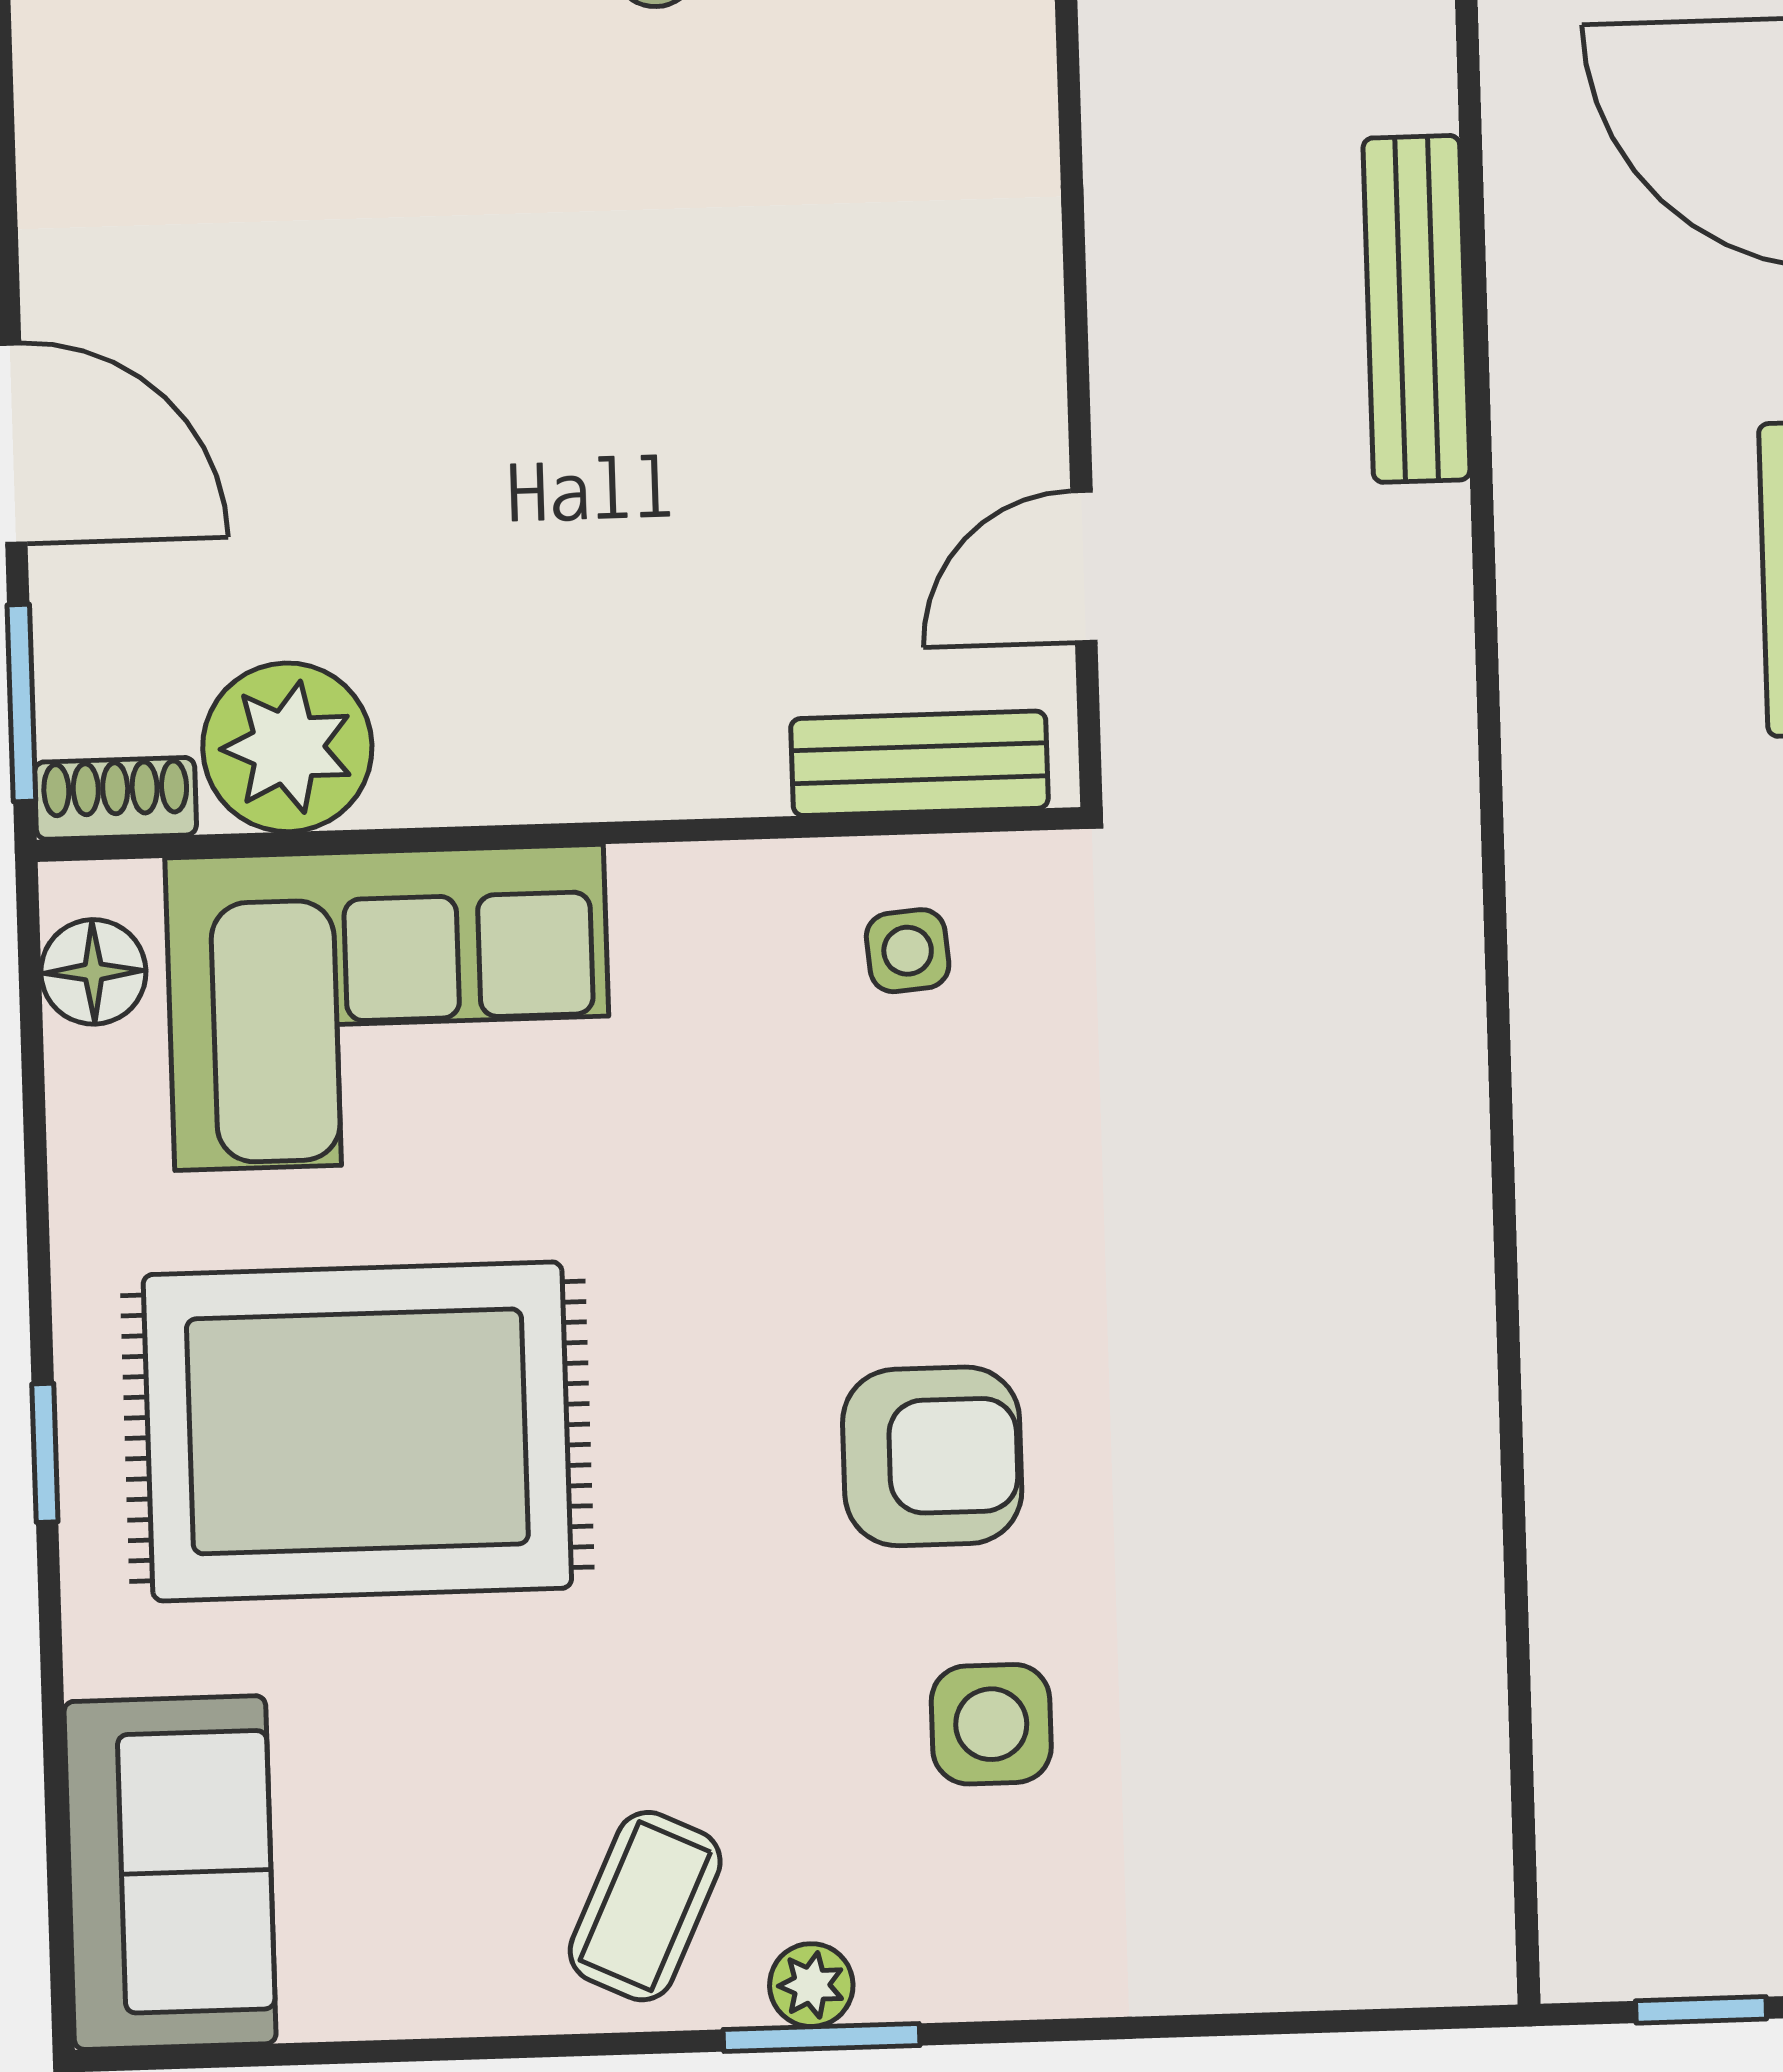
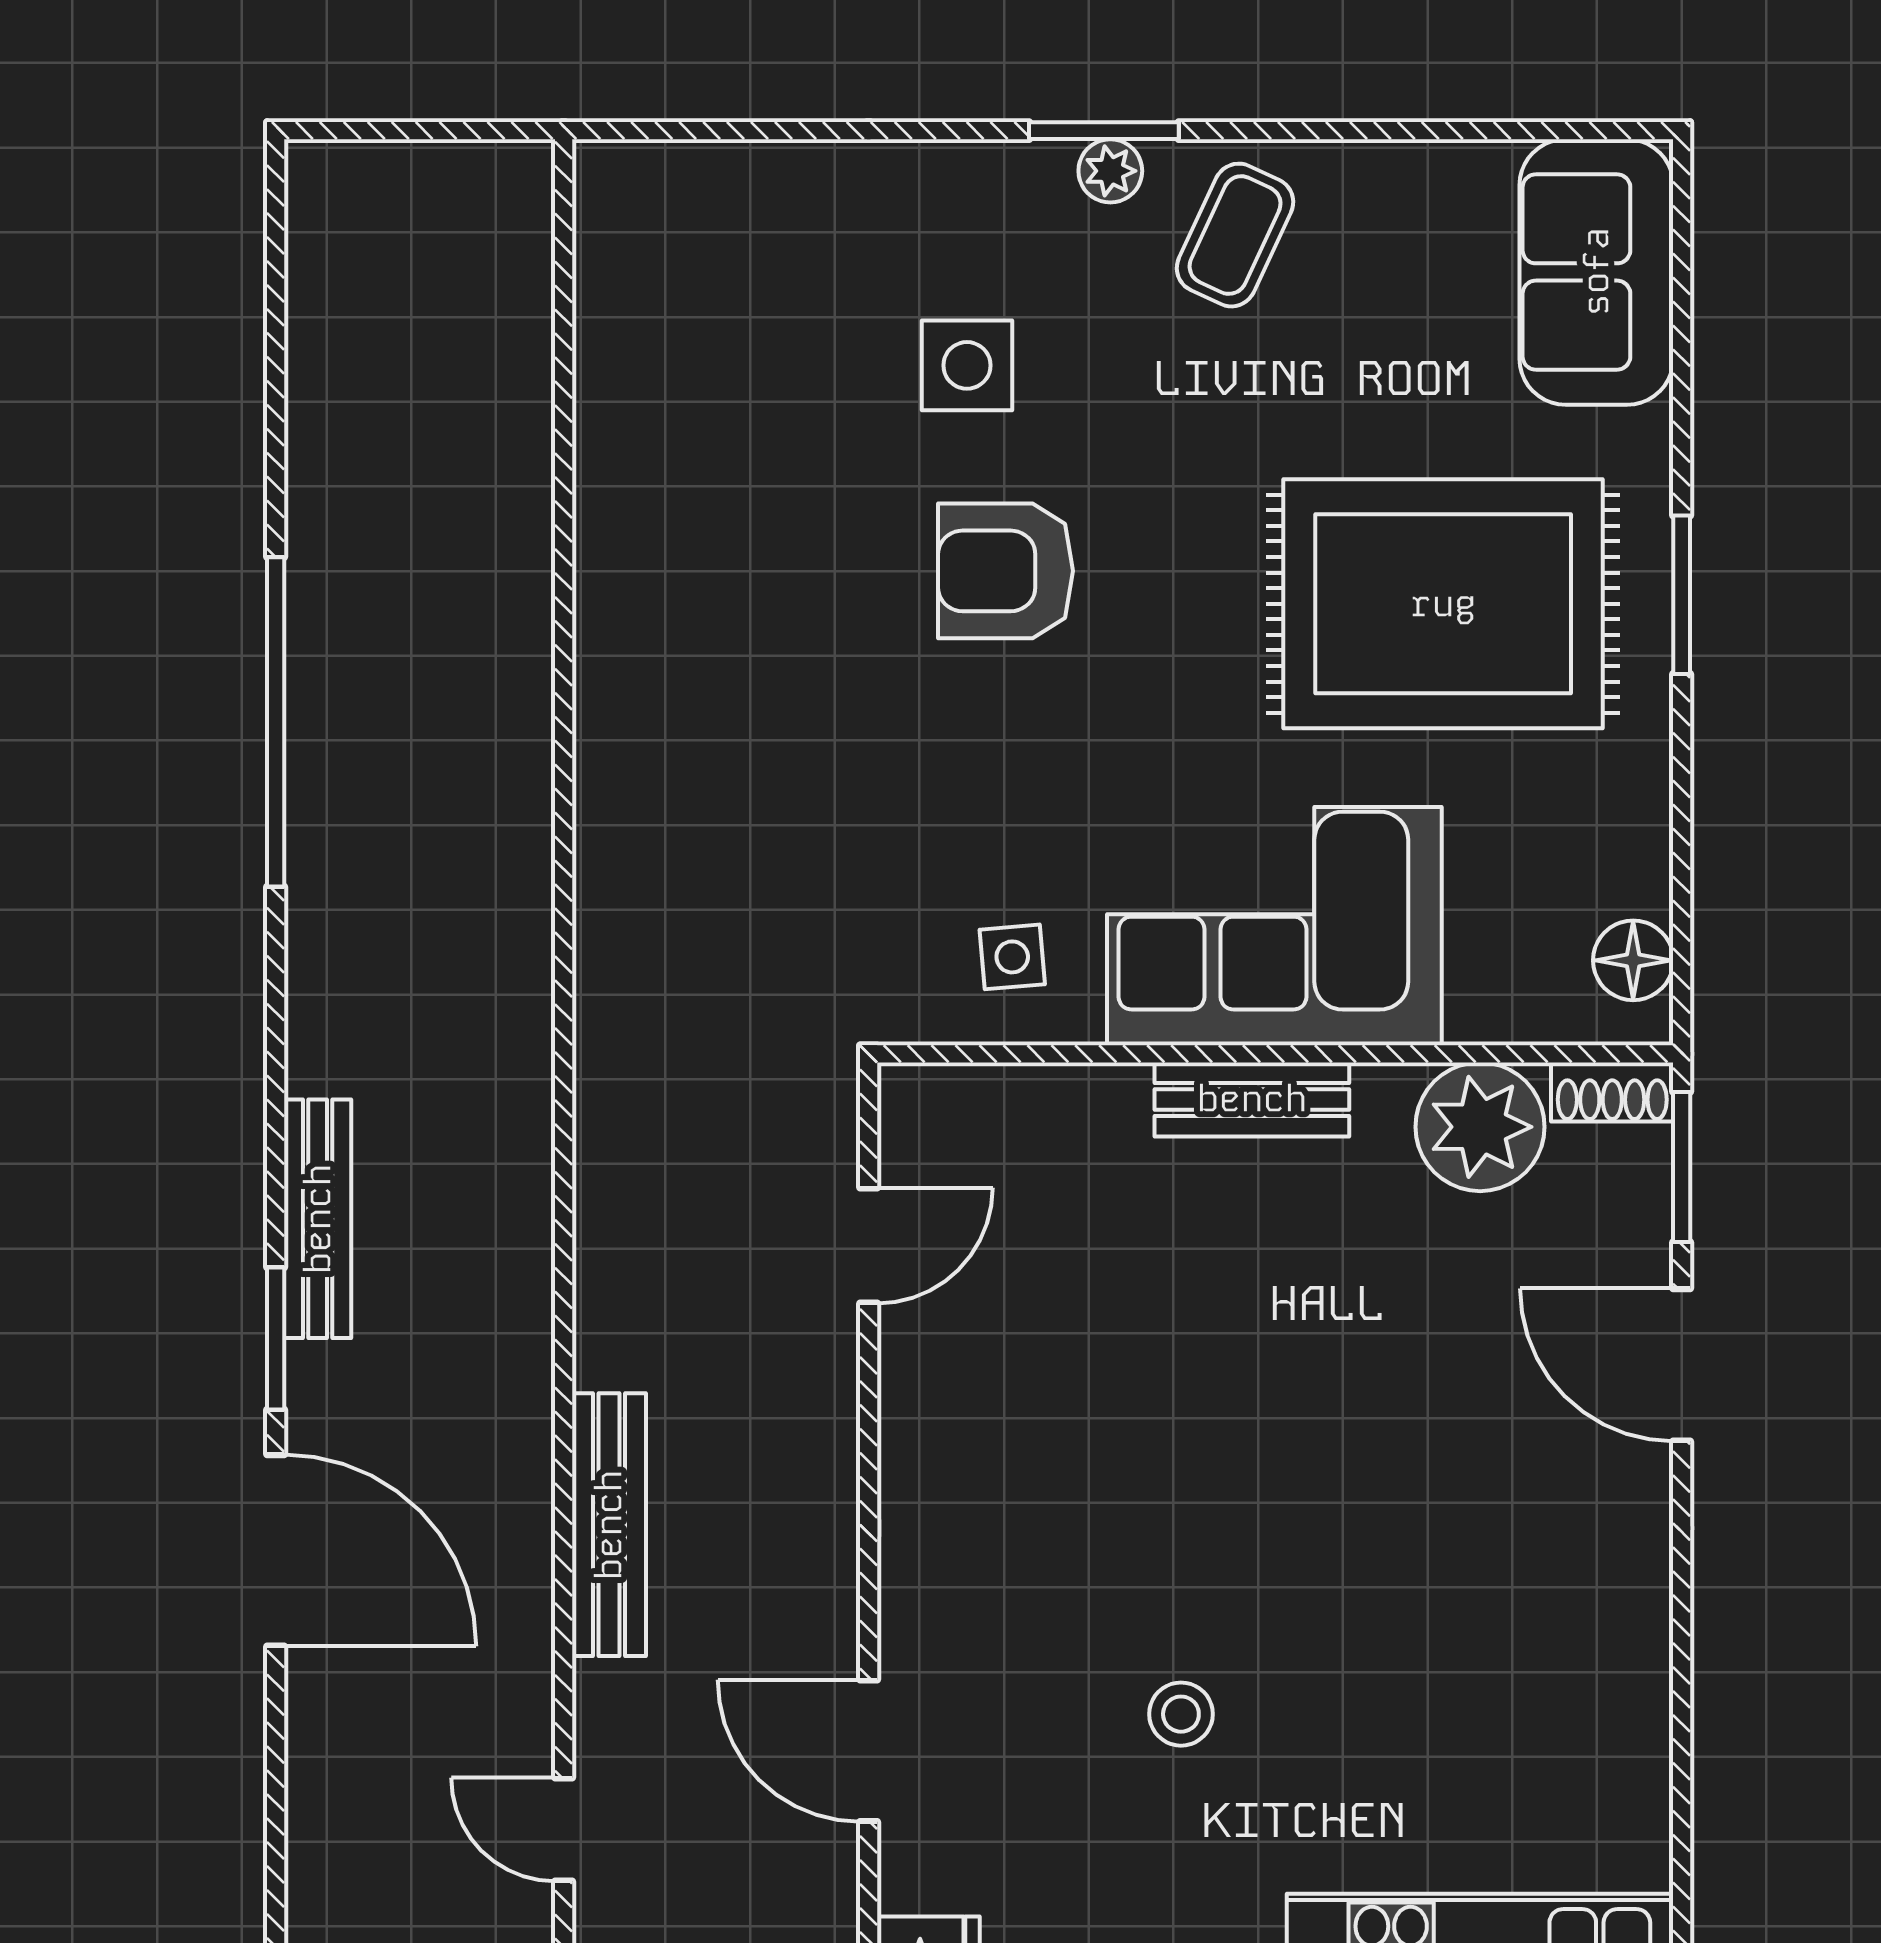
bench: (1416, 309) -> (609, 1525), moved
bench: (919, 763) -> (1252, 1099), moved
corner sofa: (389, 1007) -> (1274, 926), moved
window: (45, 1453) -> (1682, 595), width x1.50
window: (1701, 2010) -> (433, 131), removed

